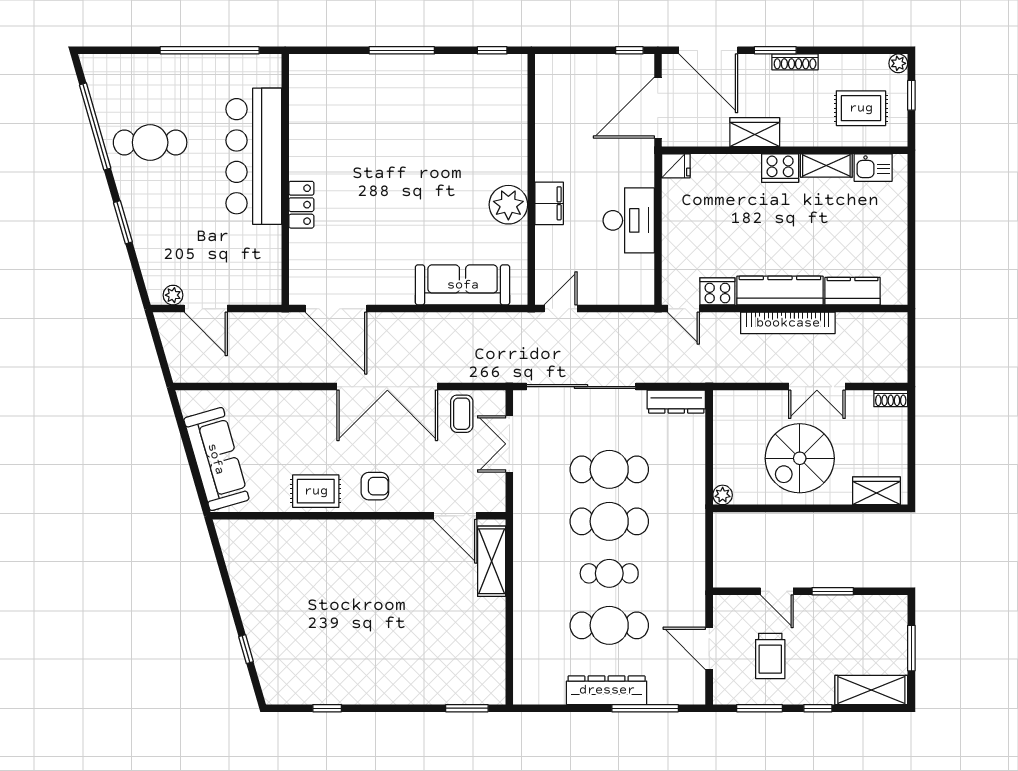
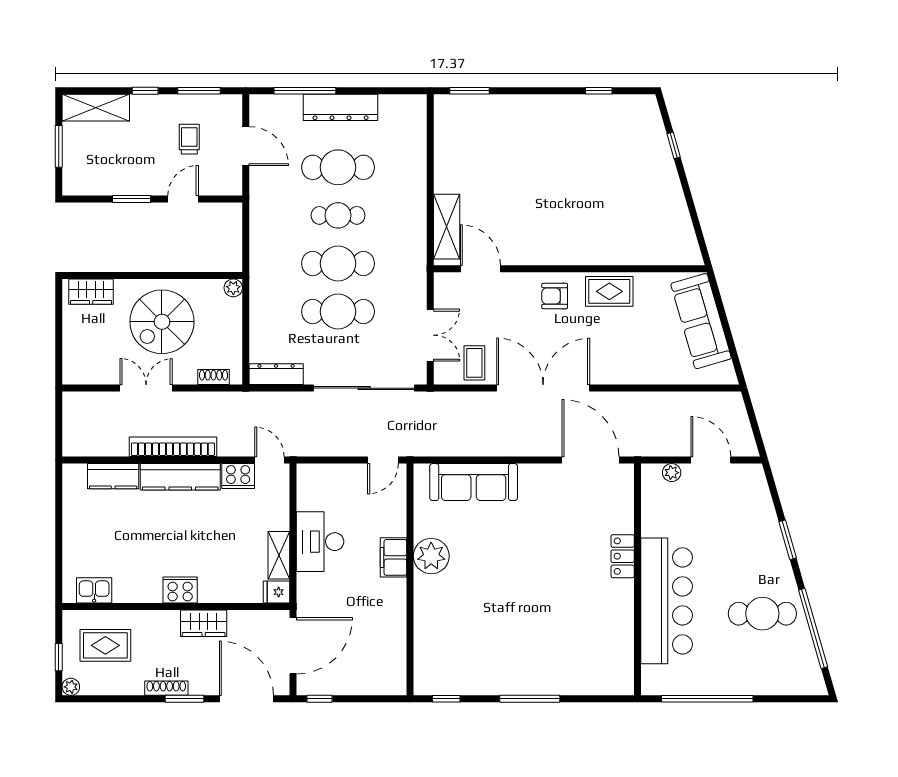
shelving: (826, 166) -> (279, 555), moved, turned 90
plant: (173, 295) -> (672, 473), moved
shoe rack: (891, 398) -> (214, 377), moved
spiral stairs: (800, 458) -> (162, 322), turned 180
door: (777, 591) -> (183, 199), hinge flipped
trolley: (770, 656) -> (189, 139), width x0.73, depth x0.72

